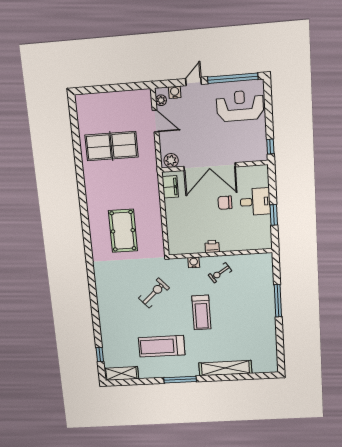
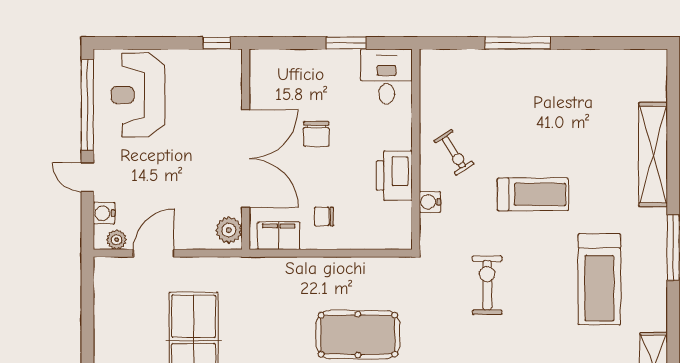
desk: (255, 202) -> (387, 77), moved
chair: (182, 210) -> (324, 216), added
printer: (212, 246) -> (394, 176), width x1.87, depth x1.48
exercise bike: (154, 293) -> (487, 285), turned 42

